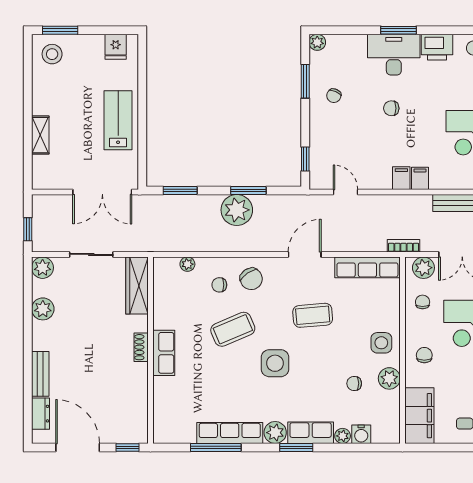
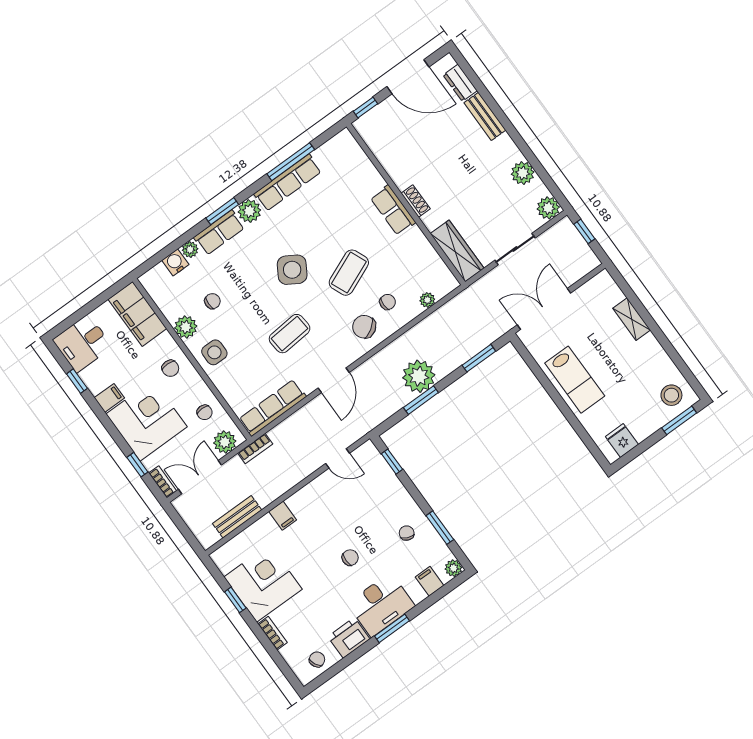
filing cabinet: (401, 178) -> (430, 581), moved, turned 180
side table: (275, 363) -> (292, 270), turned 31

